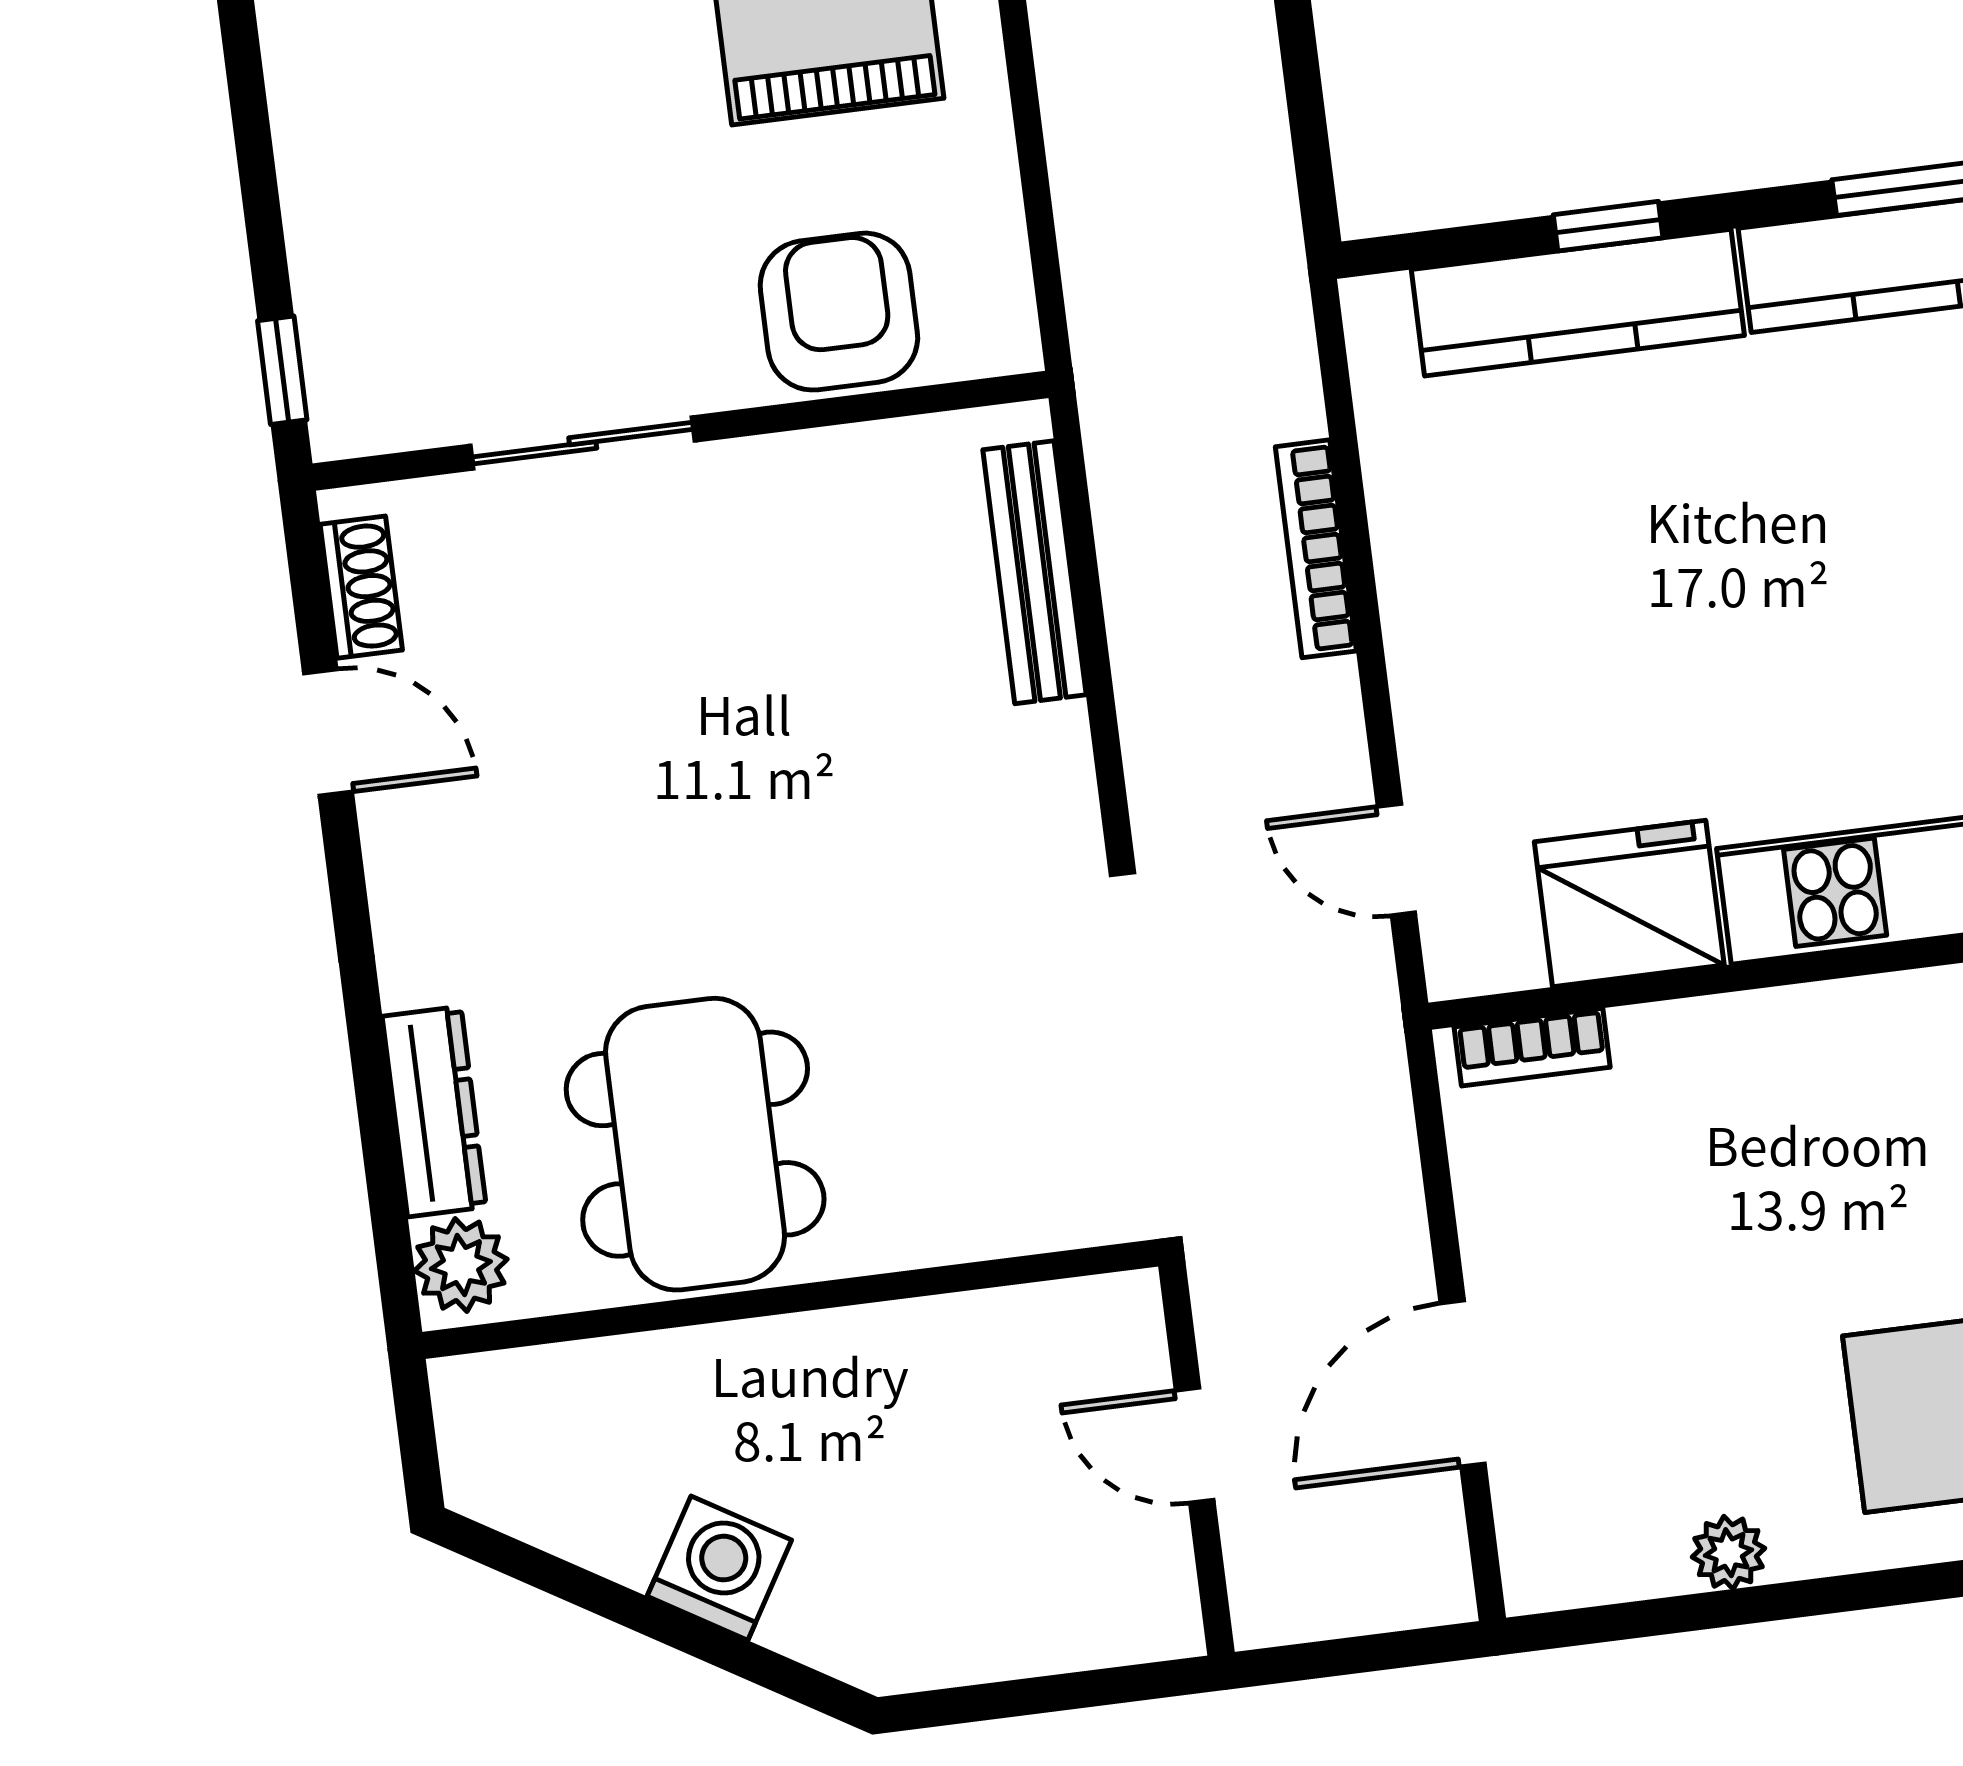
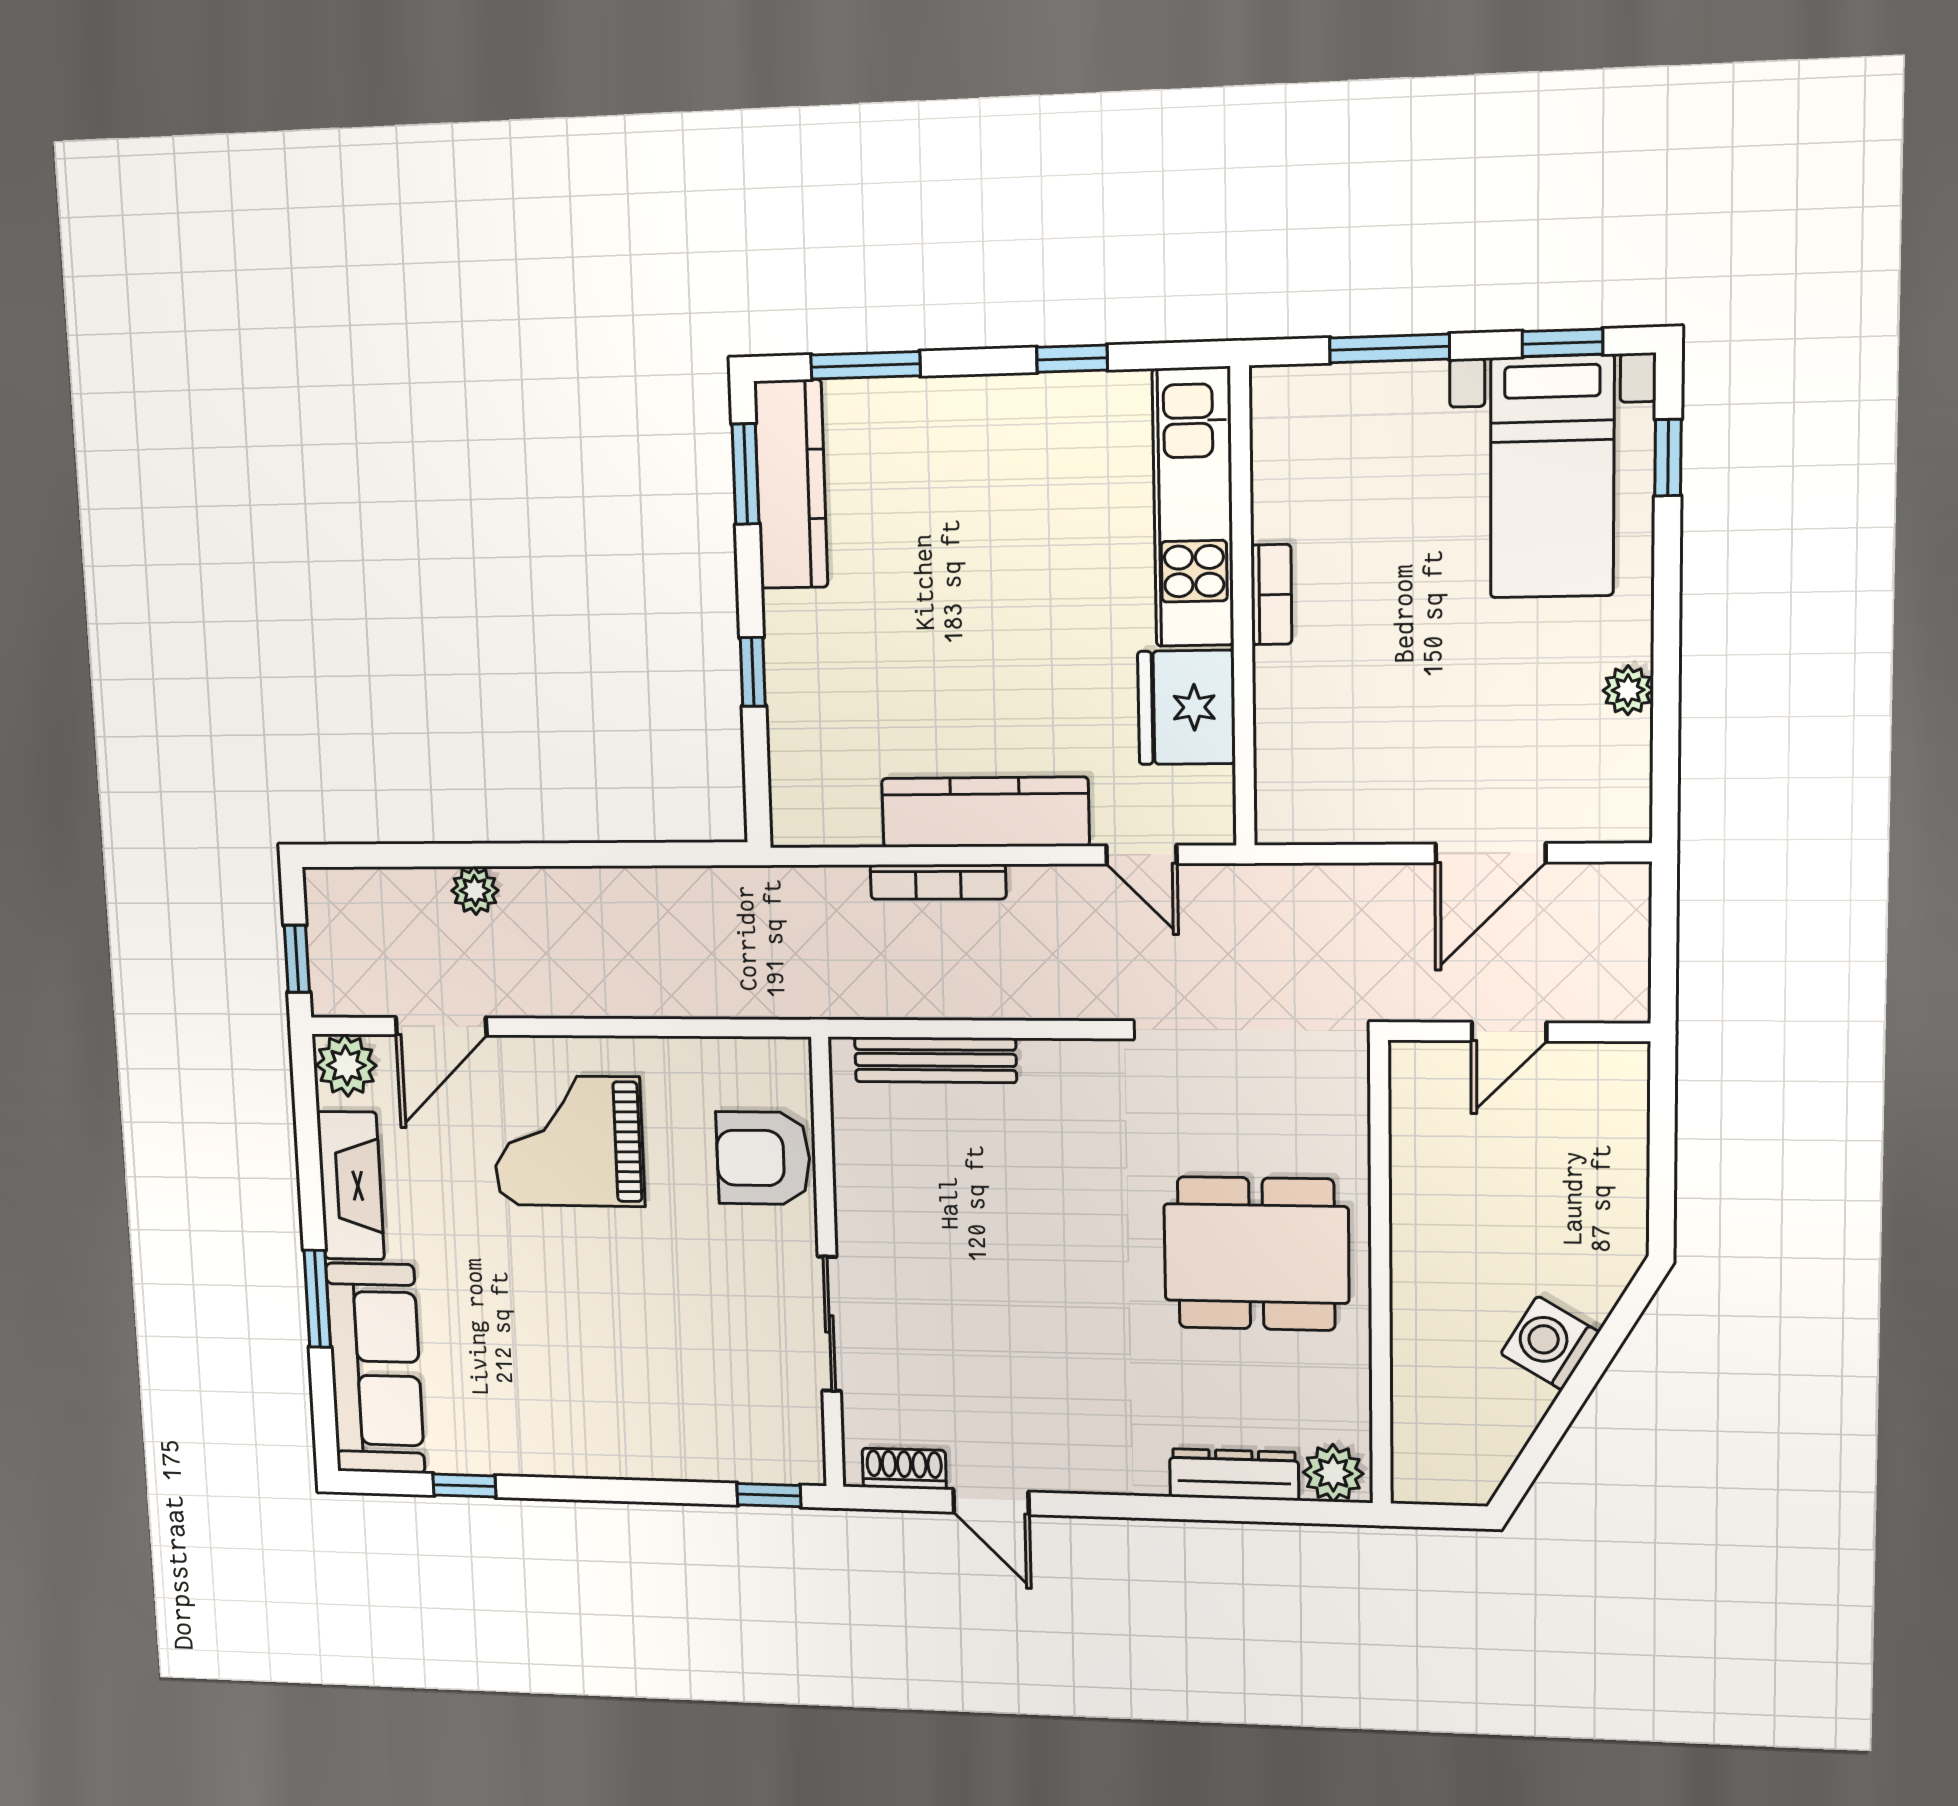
kitchen counter: (1578, 303) -> (985, 812), moved, turned -90
door: (328, 732) -> (991, 1502), swing flipped
door: (1396, 860) -> (1142, 855), hinge flipped
bookcase: (1532, 1047) -> (1271, 595), moved
dining table: (695, 1144) -> (1256, 1254), moved
door: (1463, 1384) -> (1490, 853), hinge flipped

